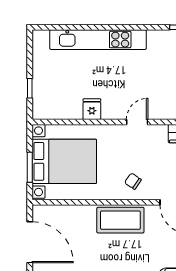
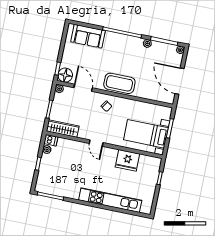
fridge: (92, 109) -> (127, 160), width x1.88, depth x1.34
door: (137, 122) -> (96, 143), hinge flipped
bed with nightstands: (64, 161) -> (146, 134), width x0.73

